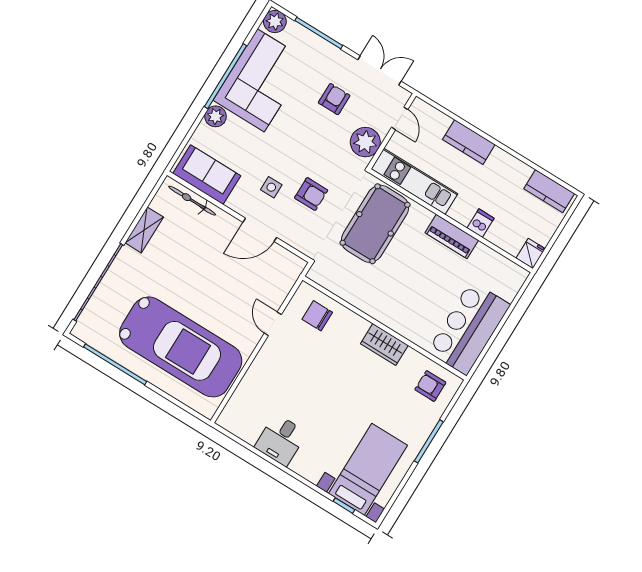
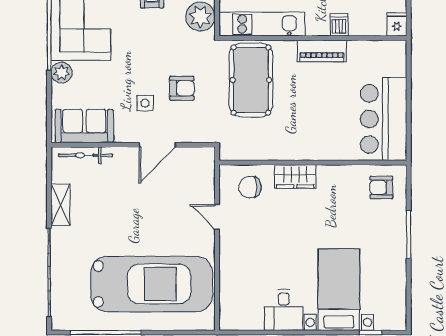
wardrobe: (384, 344) -> (295, 176), moved
bed with nightstands: (368, 469) -> (339, 290), moved

